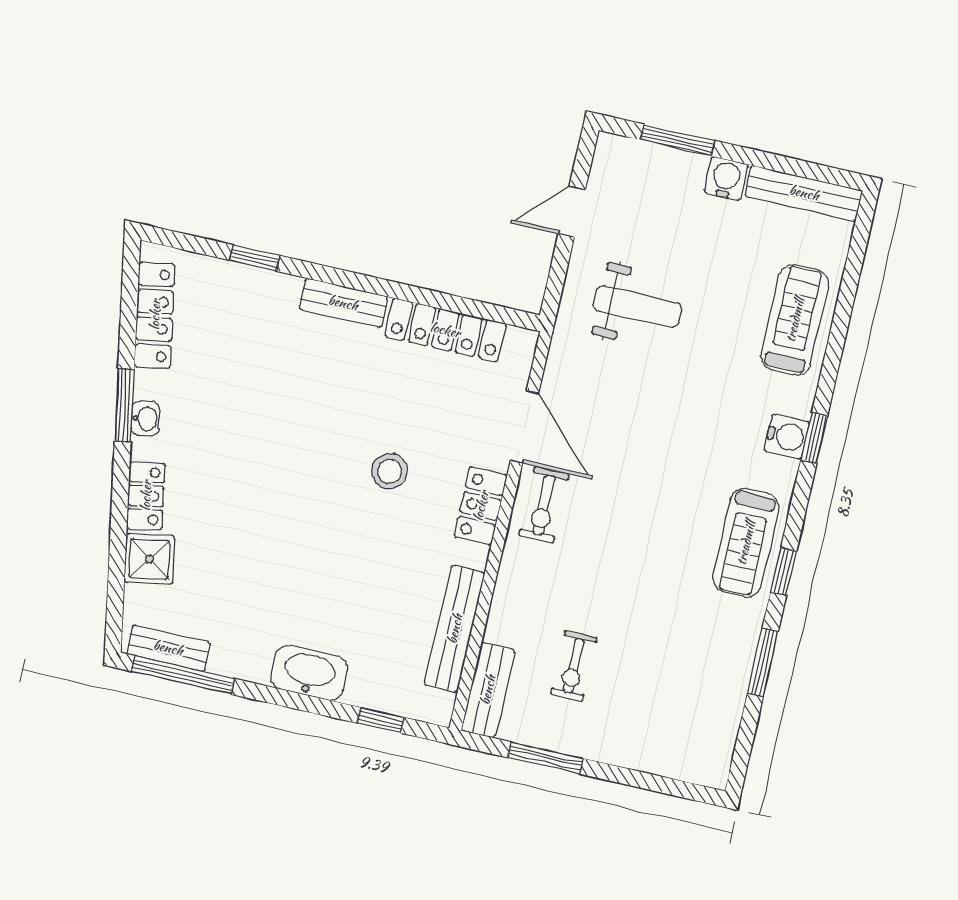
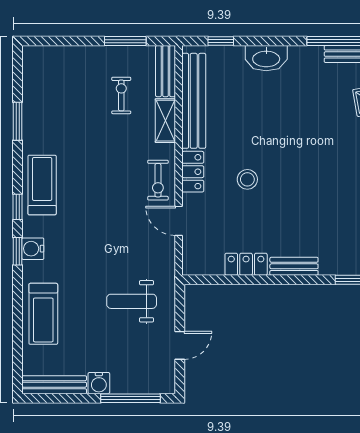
window: (678, 140) -> (130, 398), width x1.44
locker: (445, 330) -> (246, 264), width x0.66
door: (524, 427) -> (179, 221), width x0.73
exercise bike: (544, 505) -> (158, 180), turned 180
window: (784, 572) -> (18, 207), moved
shelving: (508, 605) -> (165, 121), added
bench: (455, 629) -> (194, 101), width x1.37, depth x1.21

